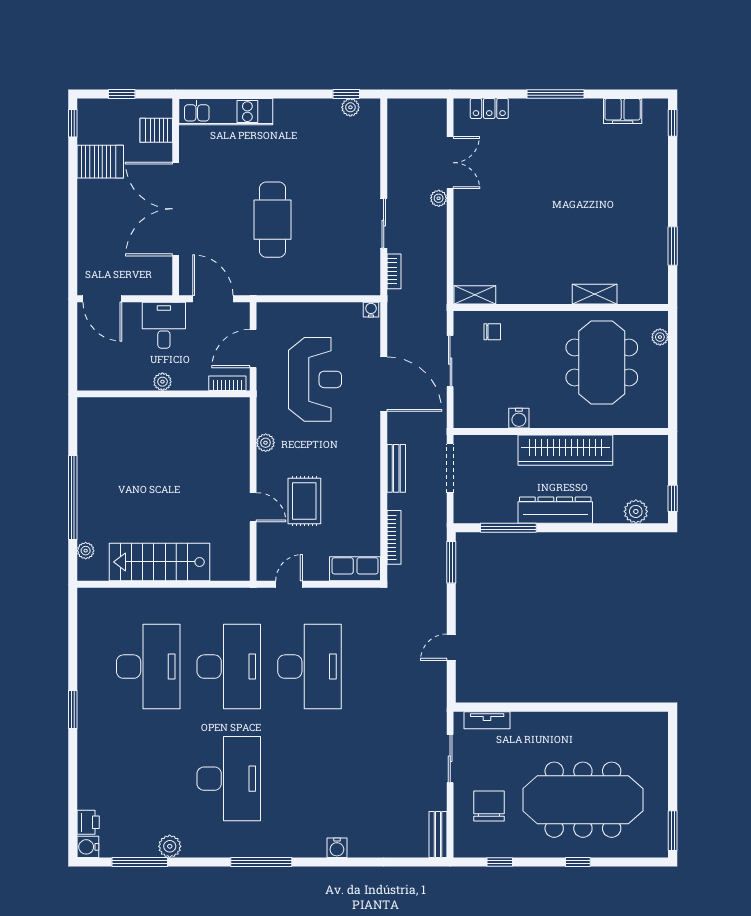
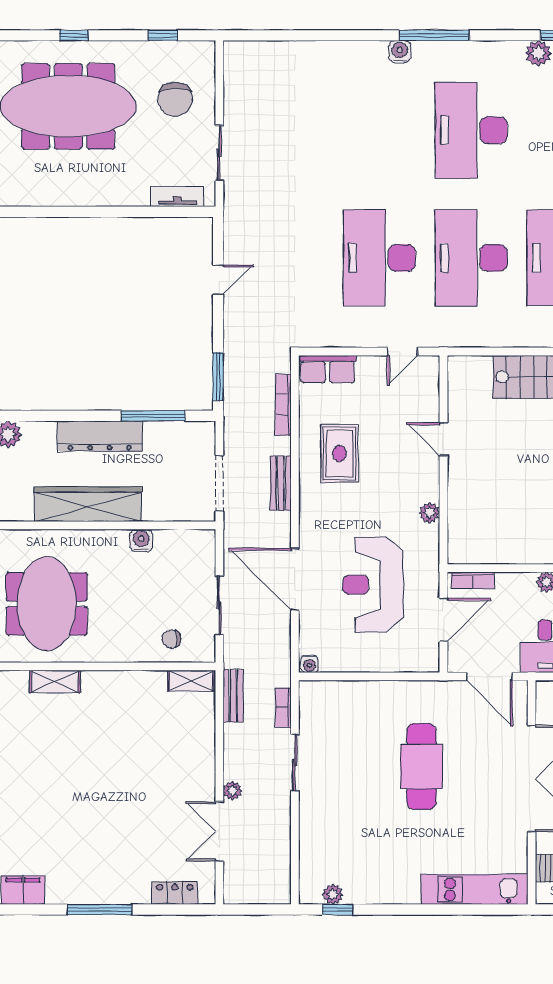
rug: (304, 501) -> (339, 453), moved
bench: (438, 835) -> (233, 696), moved
water cooler: (337, 848) -> (400, 52), moved

